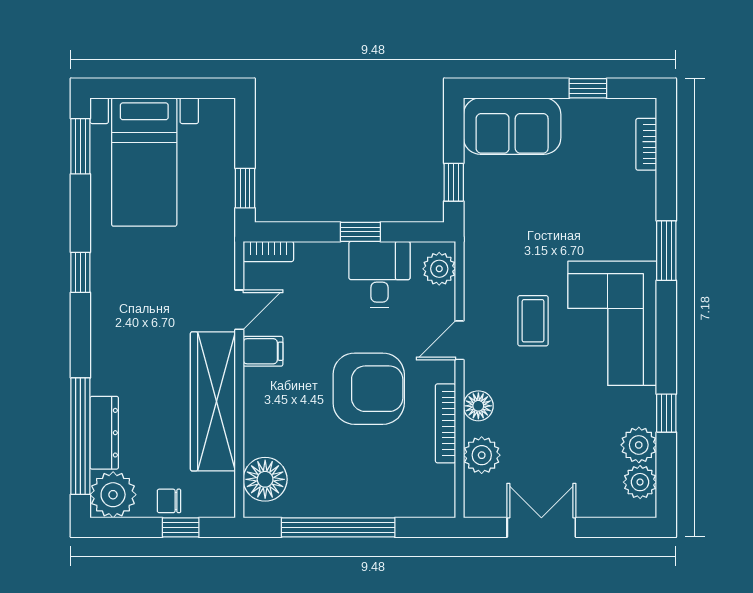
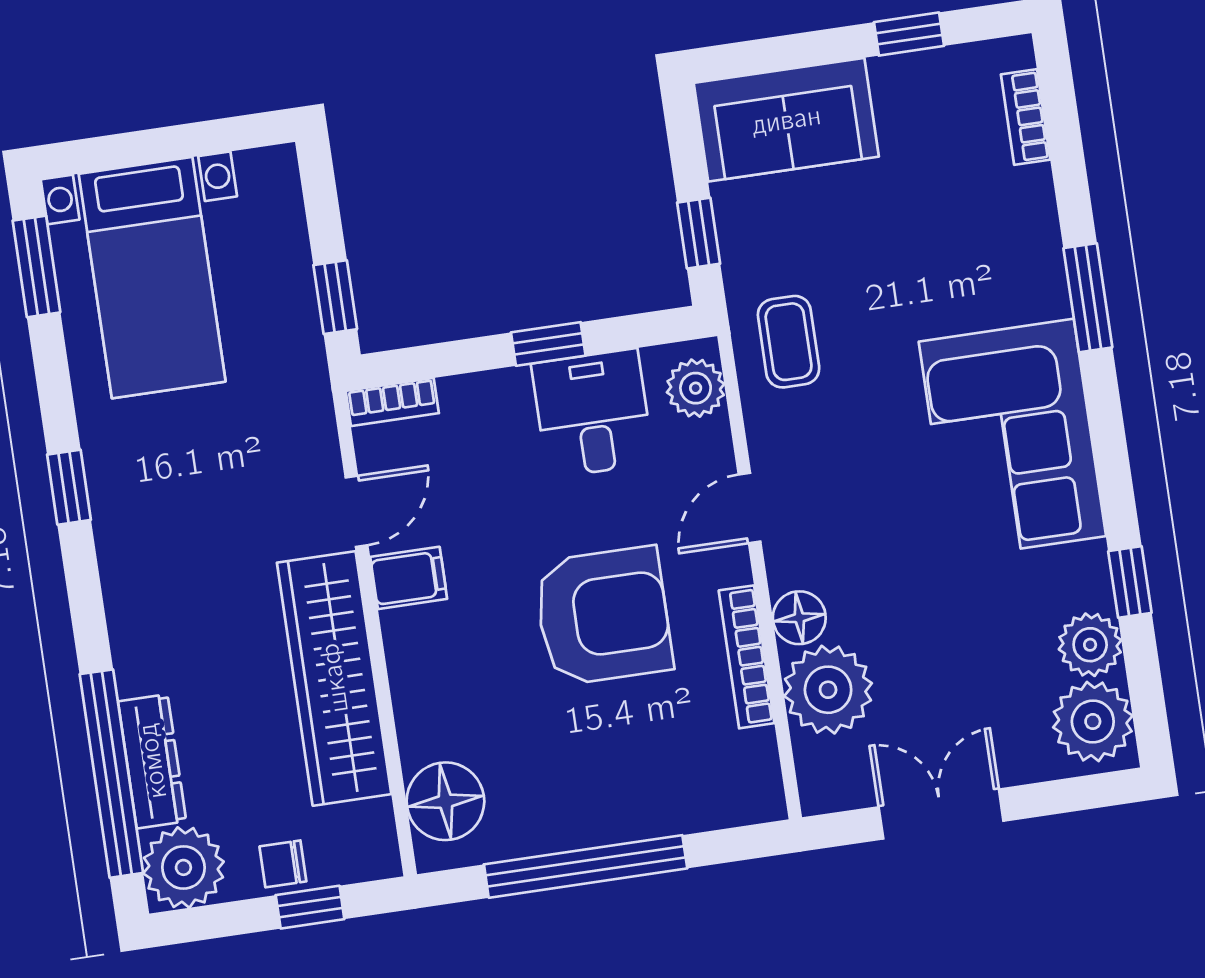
coffee table: (533, 321) -> (789, 342), moved
plant: (482, 455) -> (828, 690), width x1.36, depth x1.36
plant: (640, 482) -> (1093, 721), width x1.36, depth x1.36

